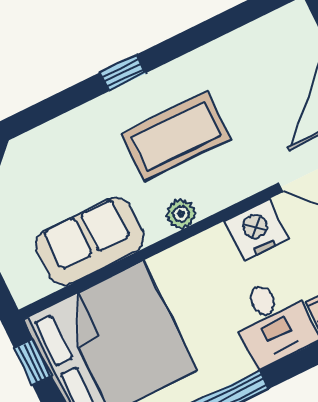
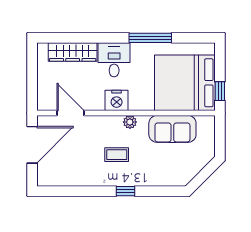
coffee table: (176, 136) -> (117, 155), width x0.54, depth x0.58
nightstand: (256, 230) -> (117, 100), moved

